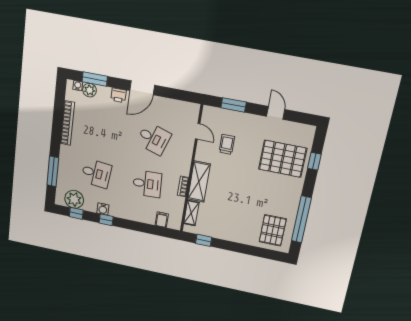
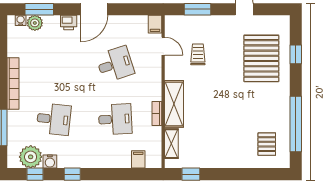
filing cabinet: (193, 111) -> (155, 24), added
bookcase: (67, 123) -> (13, 84), moved
desk: (154, 139) -> (115, 64), turned -36
pallet: (283, 159) -> (261, 58), turned 90
water cooler: (103, 209) -> (50, 161), moved
pallet: (273, 230) -> (267, 144), width x0.67, depth x0.71

